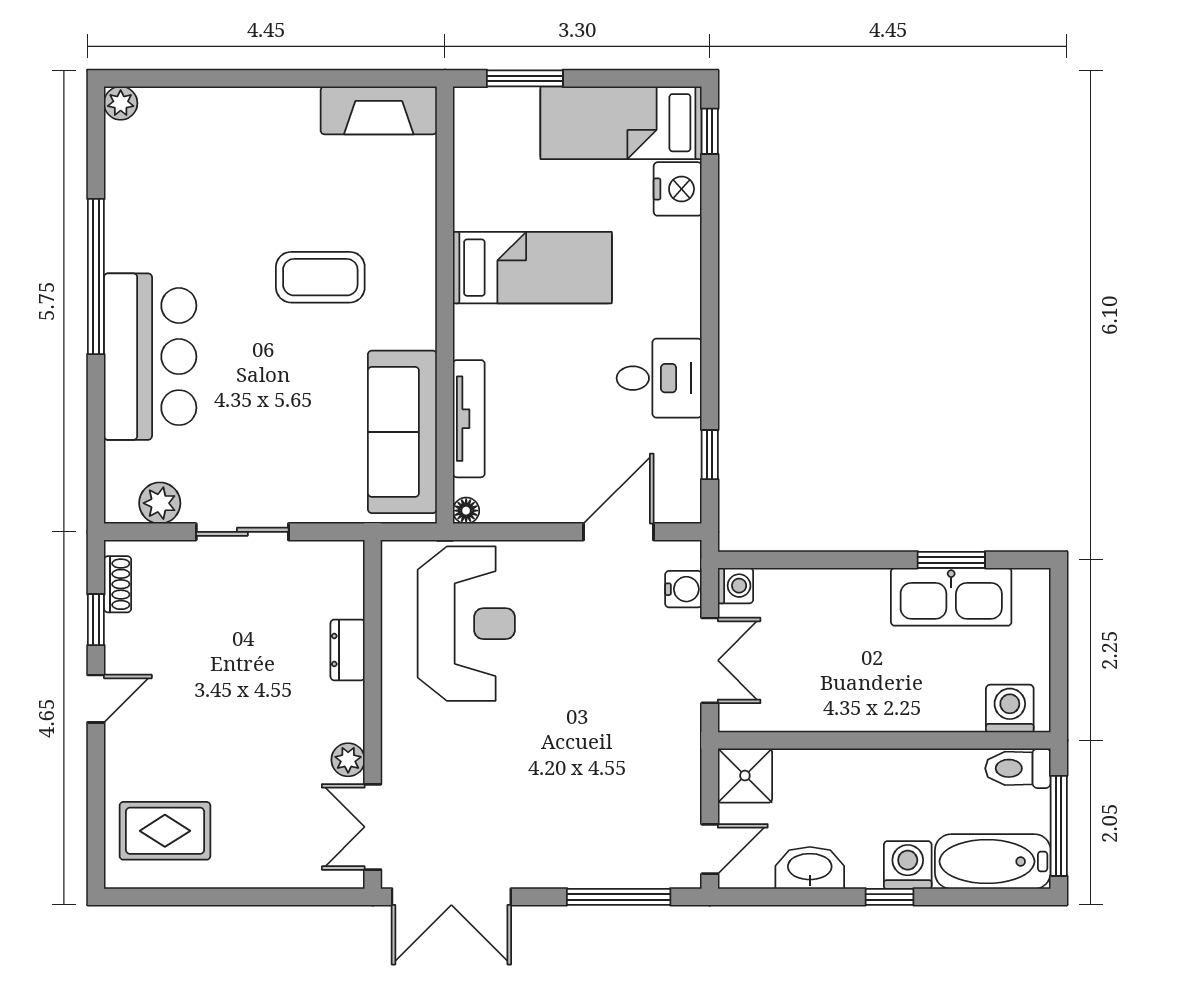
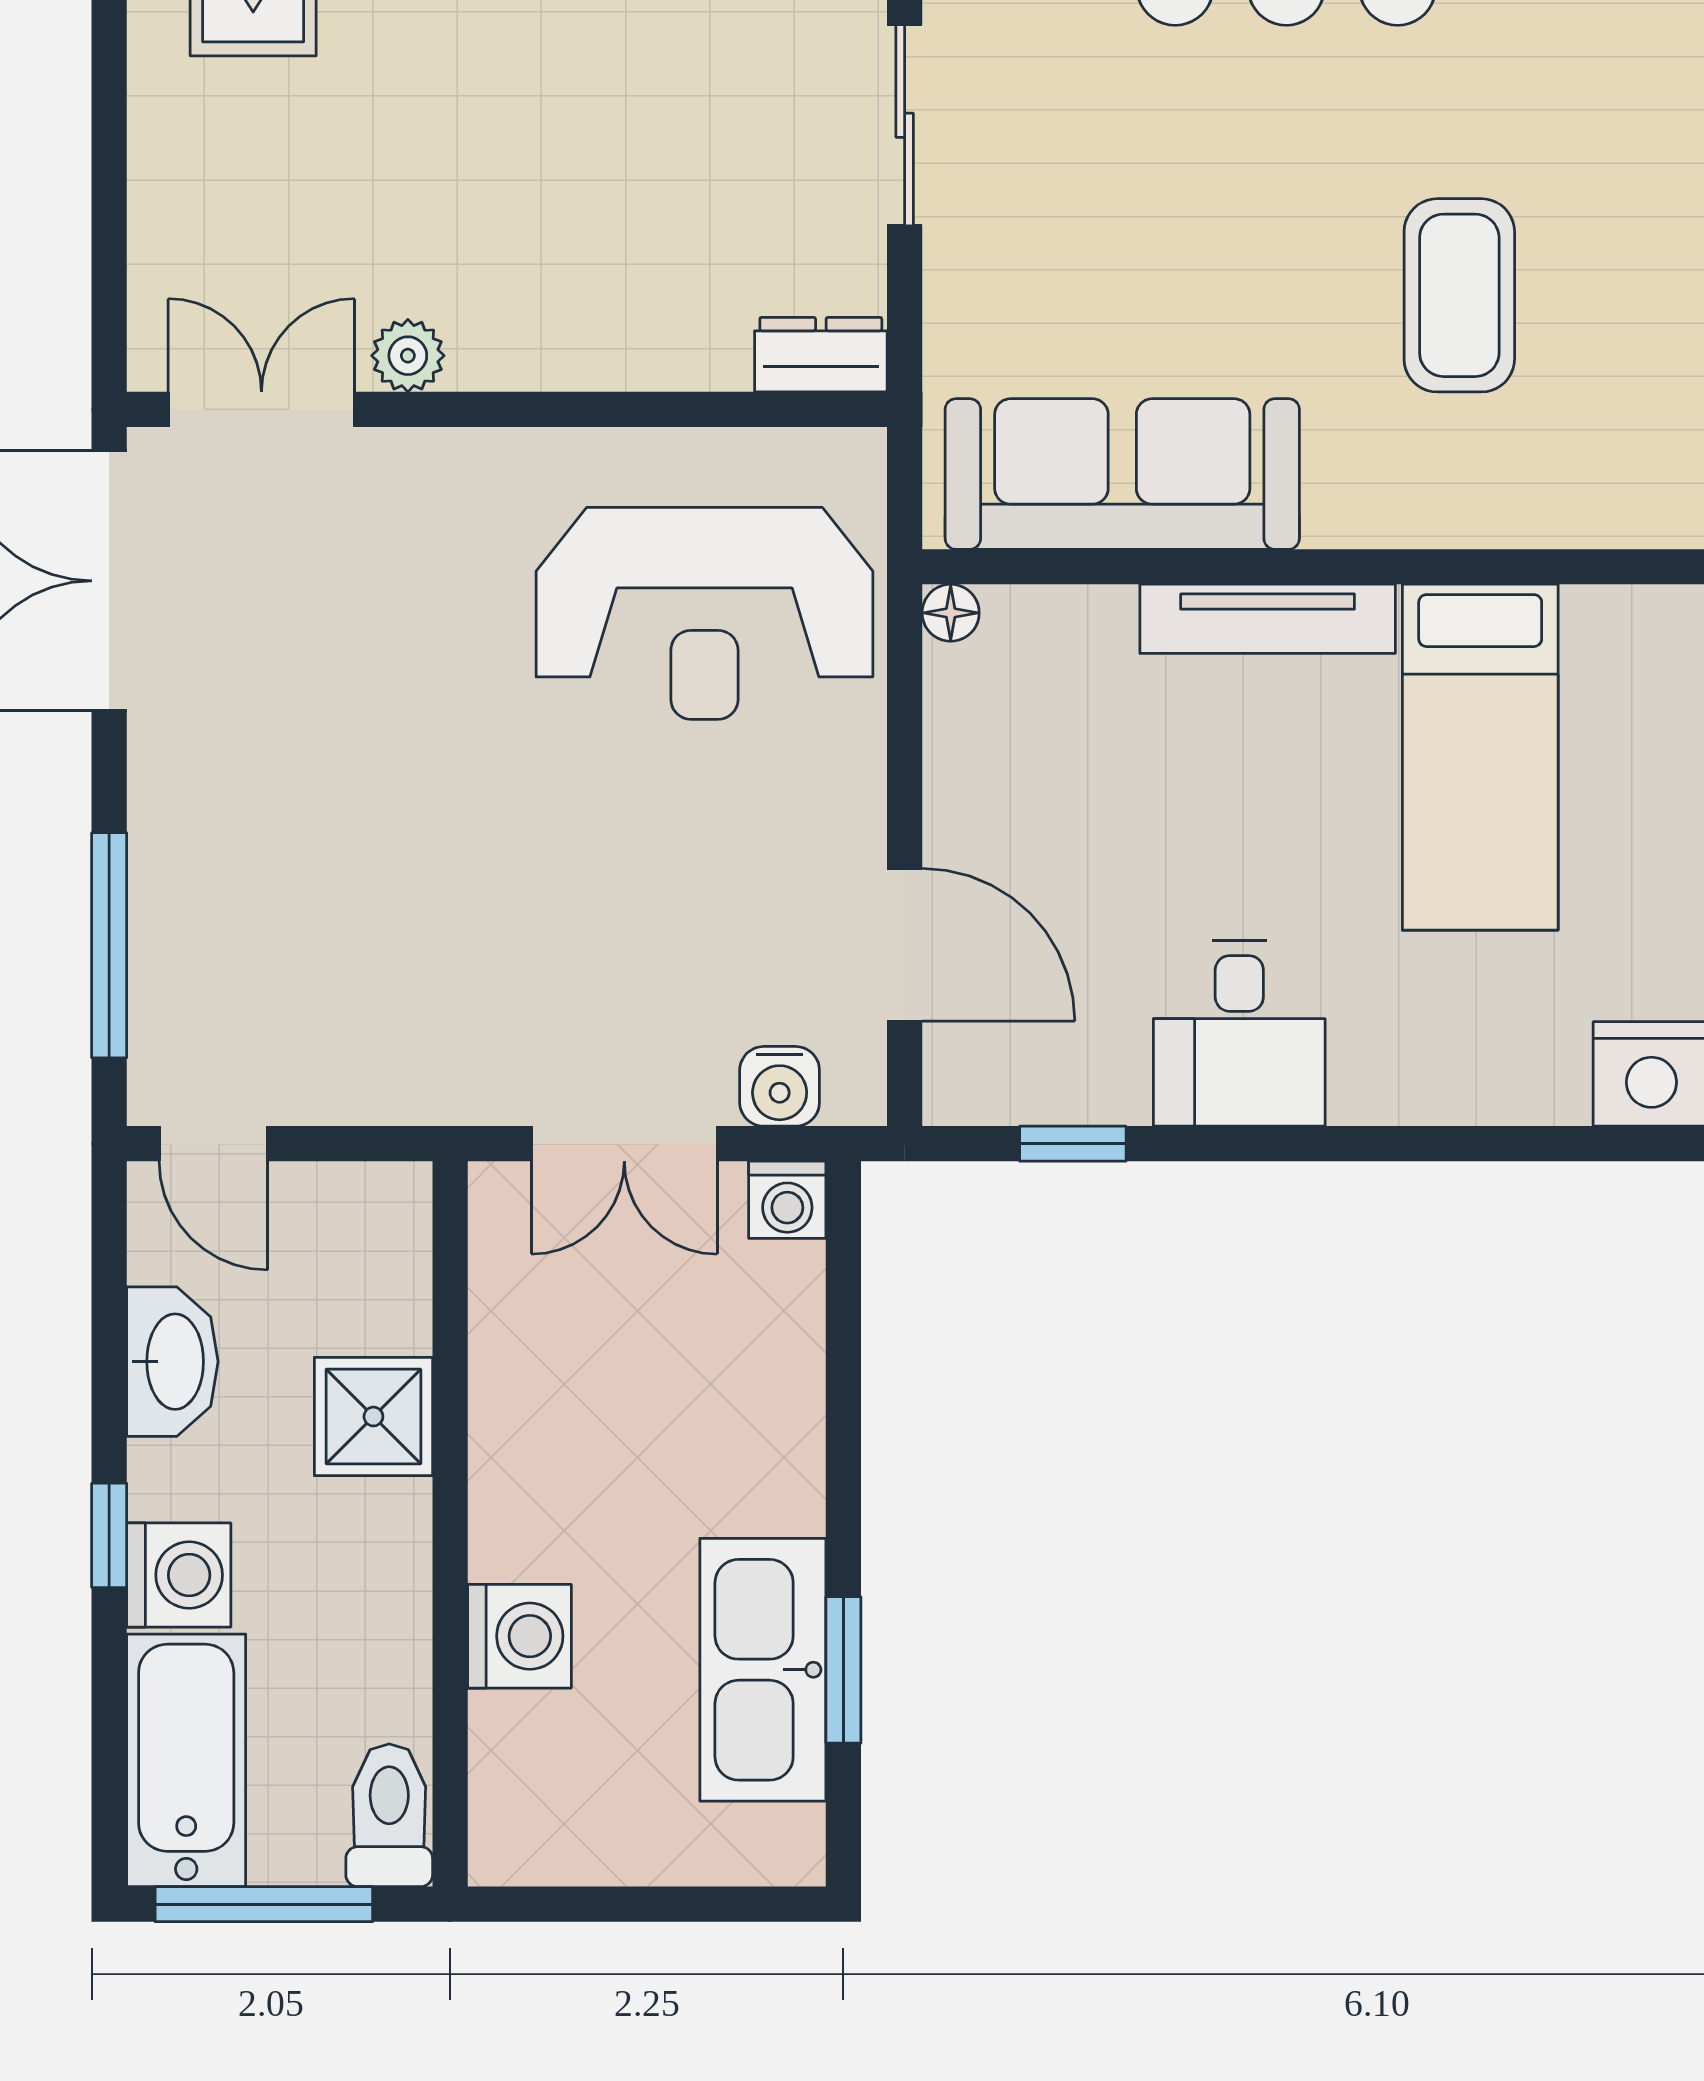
tv unit: (469, 419) -> (1268, 619), moved
dresser: (348, 650) -> (821, 355), moved
washing machine: (1010, 709) -> (519, 1636), moved
shower: (745, 776) -> (373, 1417), moved

